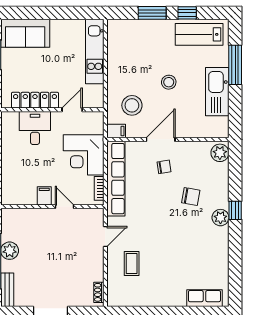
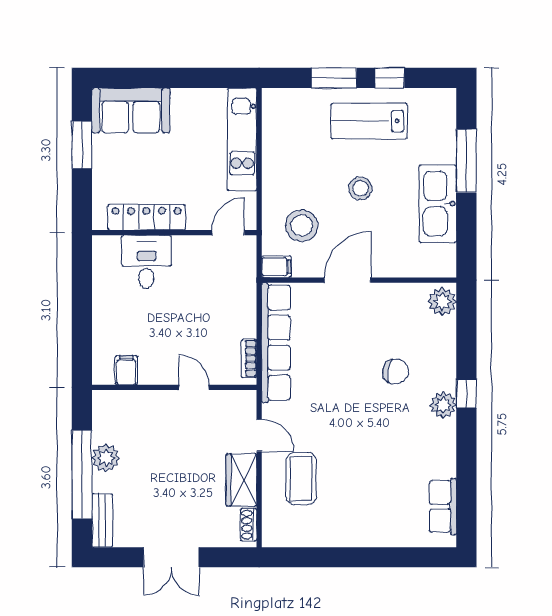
lab bench: (199, 34) -> (369, 121), moved
door: (72, 110) -> (228, 233), moved
corner desk: (84, 155) -> (224, 305), removed
chair: (164, 167) -> (353, 324), removed
filing cabinet: (44, 196) -> (126, 370), moved
door: (105, 237) -> (259, 435), hinge flipped
coffee table: (132, 263) -> (301, 478), width x1.36, depth x1.30
wardrobe: (94, 264) -> (241, 480), added
row of seats: (204, 298) -> (443, 506), moved, turned -90

